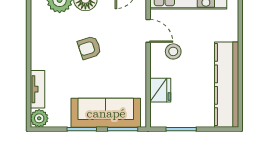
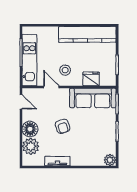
door: (148, 31) -> (51, 87), hinge flipped
tv unit: (37, 89) -> (57, 161), moved
sofa: (106, 113) -> (93, 98), moved, turned -90

